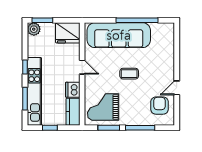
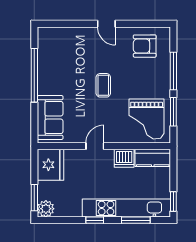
sofa: (119, 35) -> (50, 117), width x0.54, depth x0.79
door: (177, 88) -> (106, 24), moved
window: (50, 128) -> (173, 201), moved

